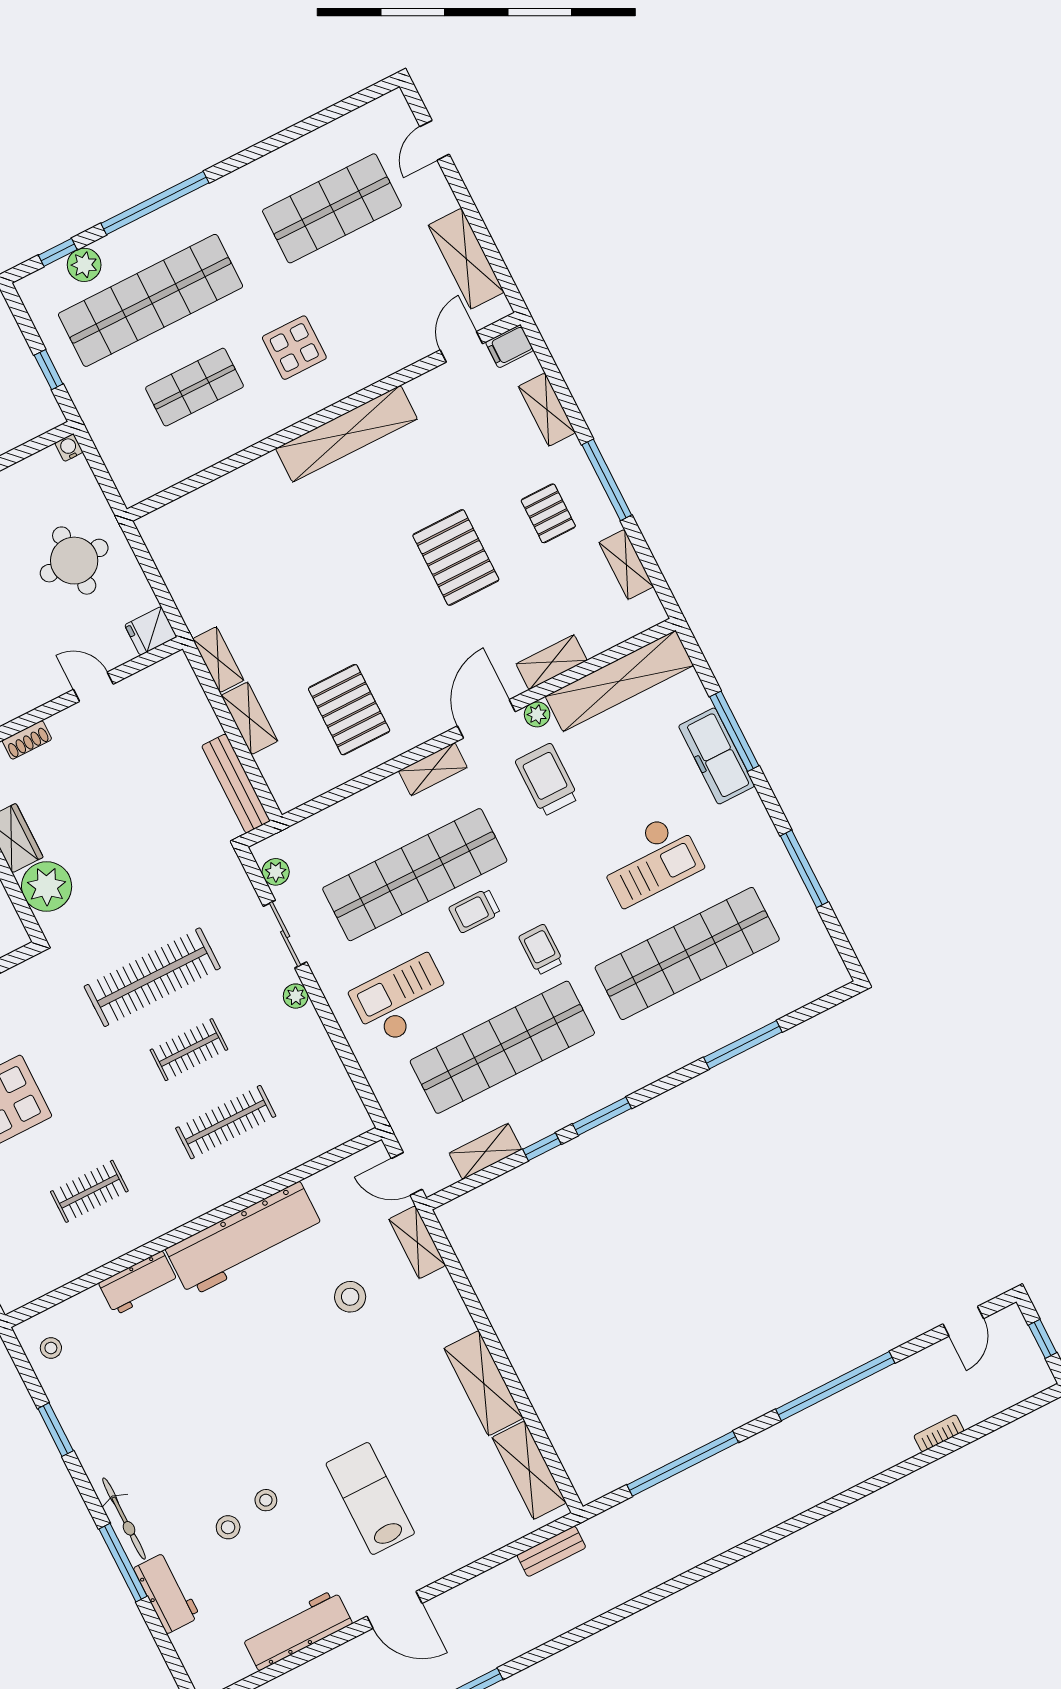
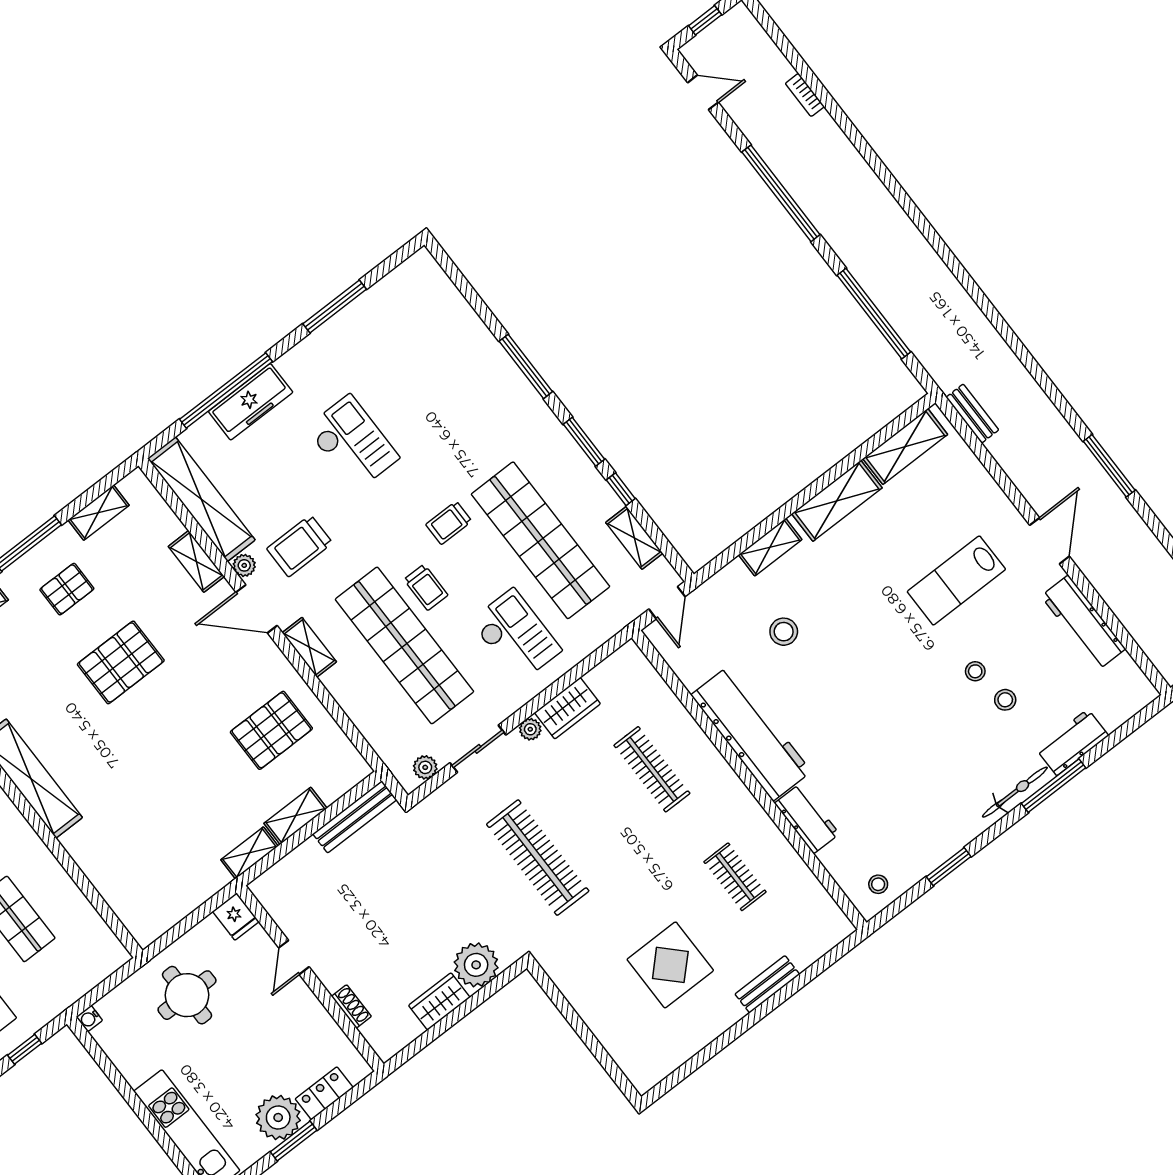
window: (734, 731) -> (226, 390), width x1.46
shop shelf: (687, 953) -> (428, 395), removed
checkout: (402, 1000) -> (516, 636), turned 180
wardrobe: (311, 1041) -> (567, 708), added
window: (743, 1045) -> (526, 366), moved
clothes rail: (189, 1050) -> (595, 813), removed
shelving: (417, 1242) -> (770, 547), moved

